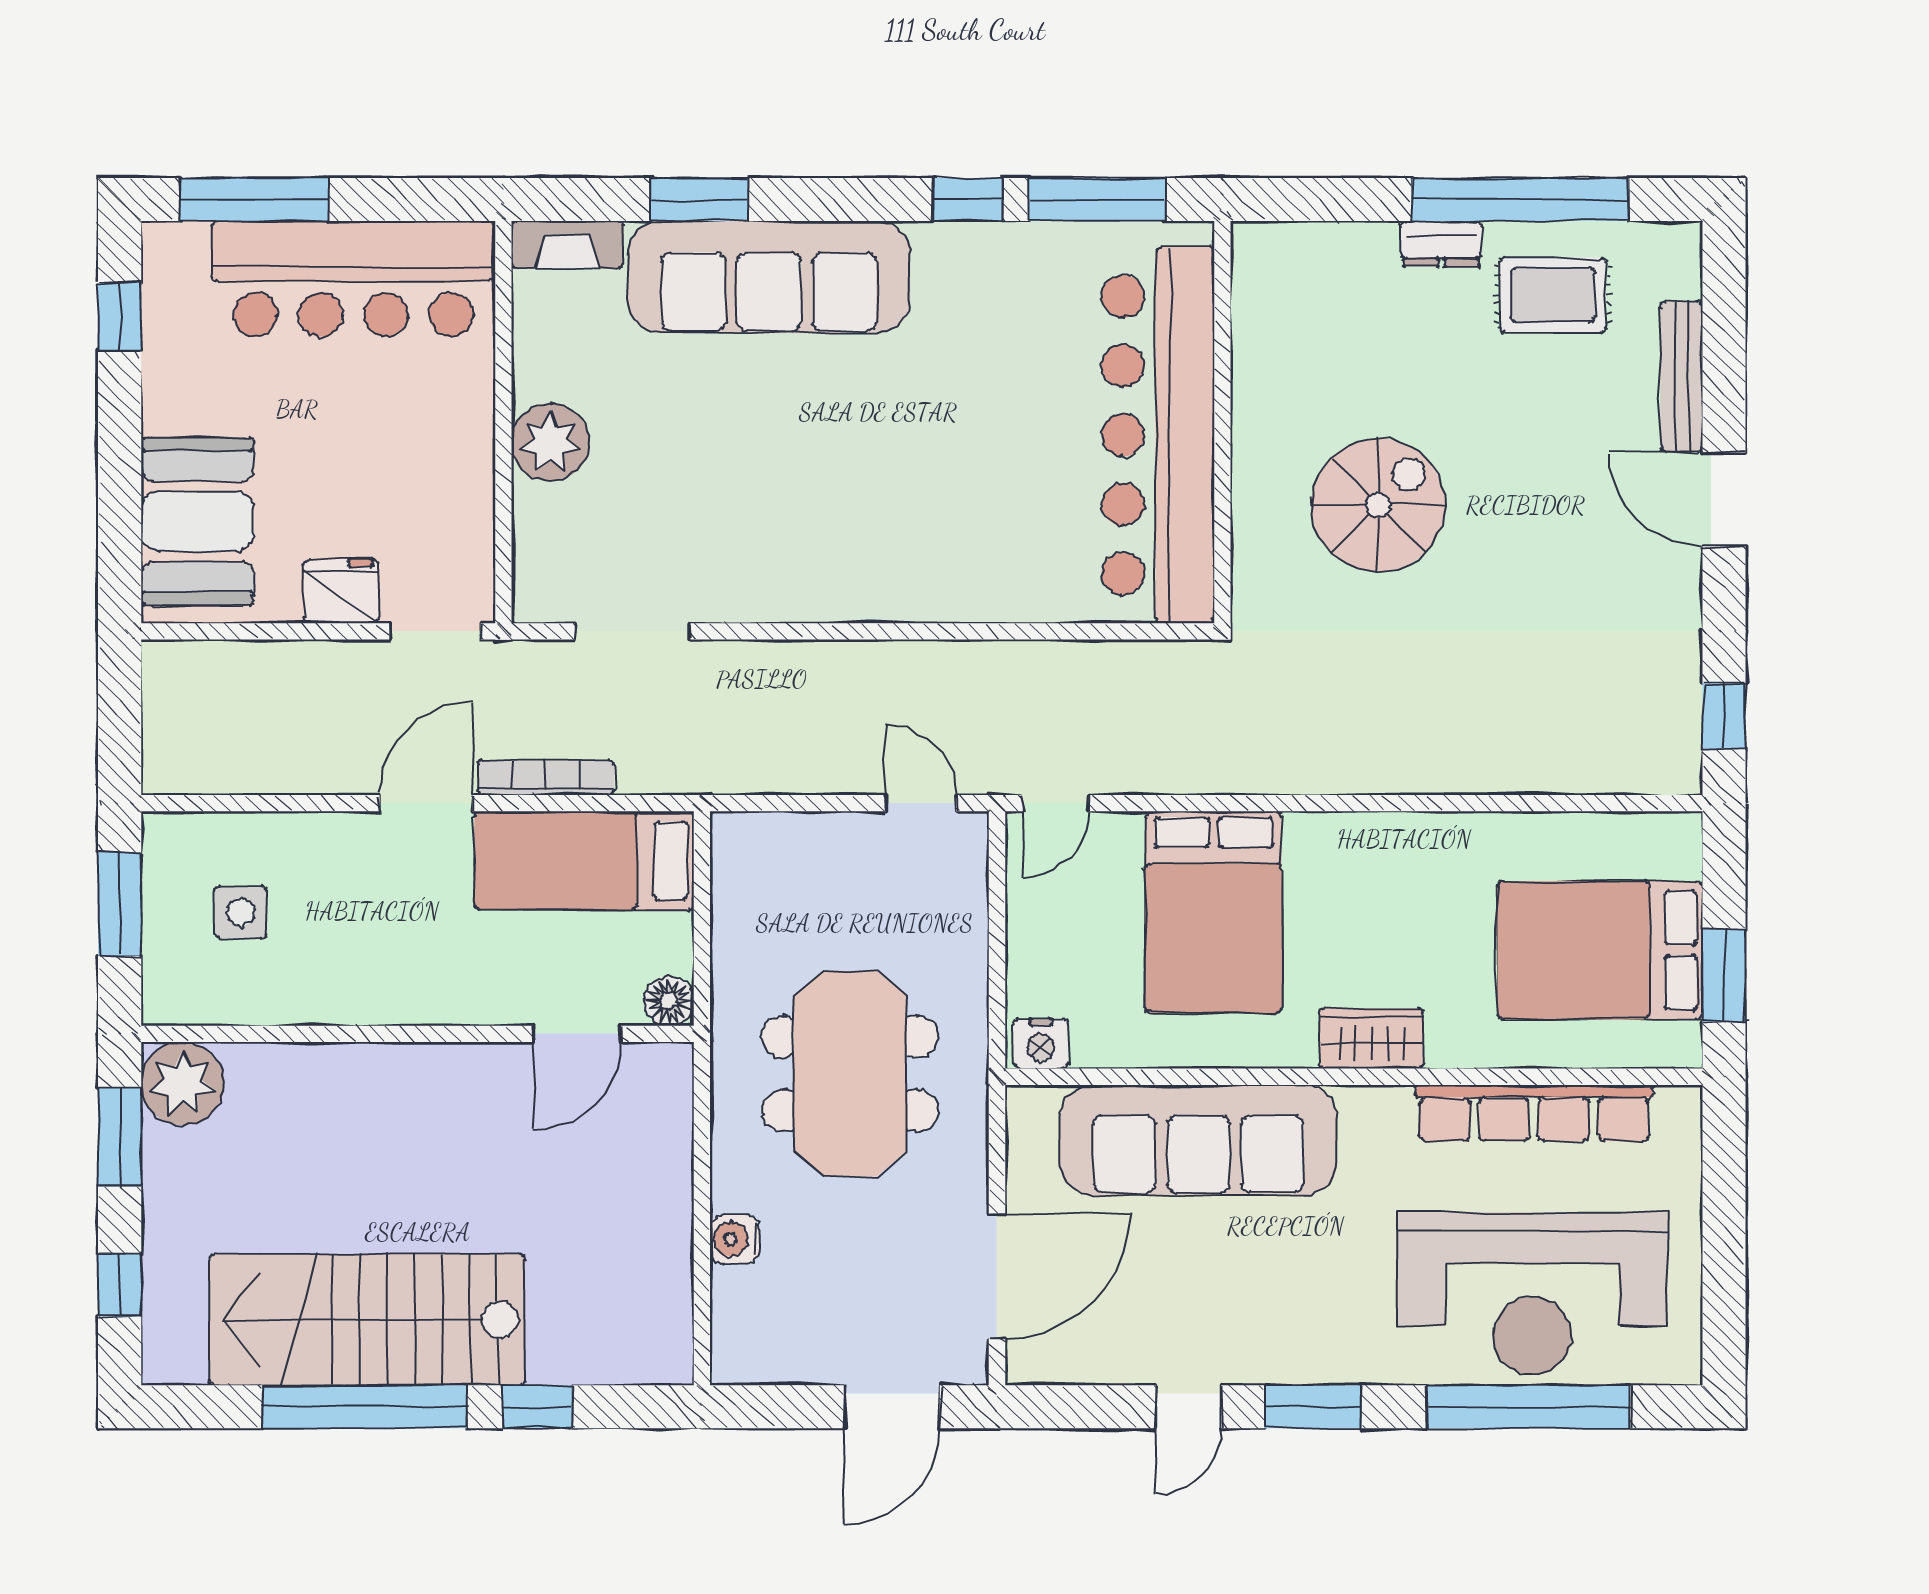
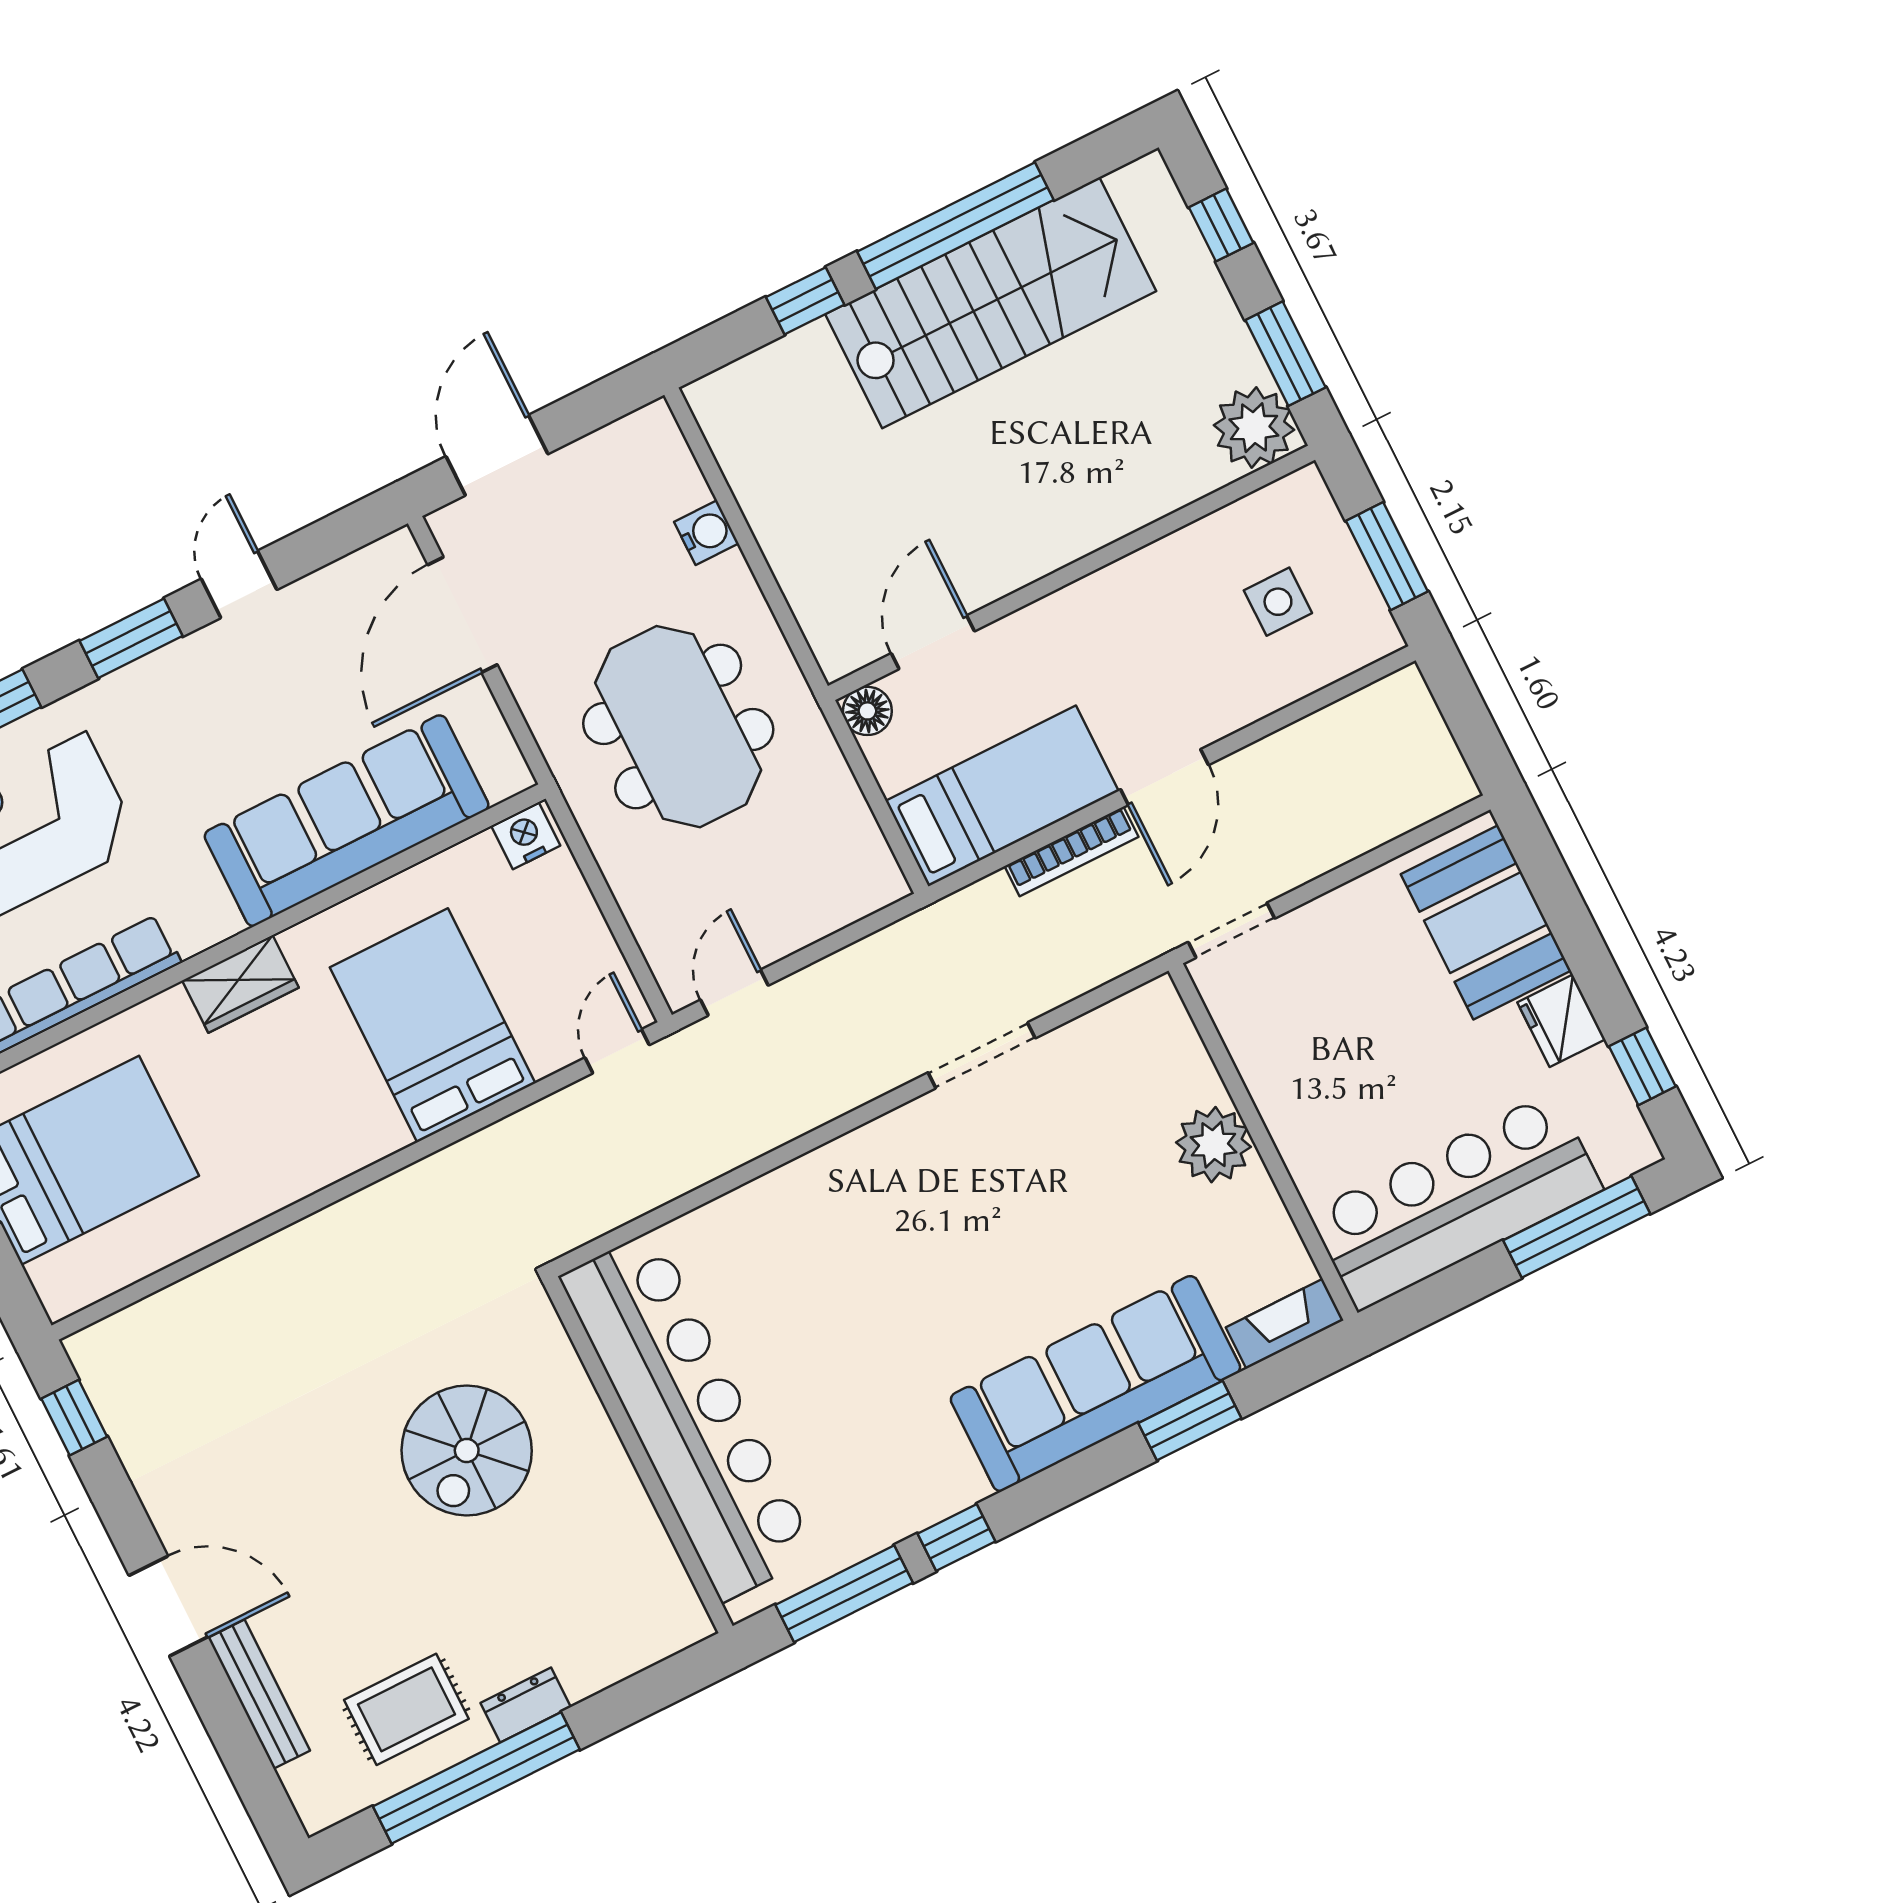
fridge: (341, 591) -> (1561, 1021), moved, turned 90
doorway: (633, 631) -> (982, 1055), moved
door: (921, 803) -> (734, 993), swing flipped

